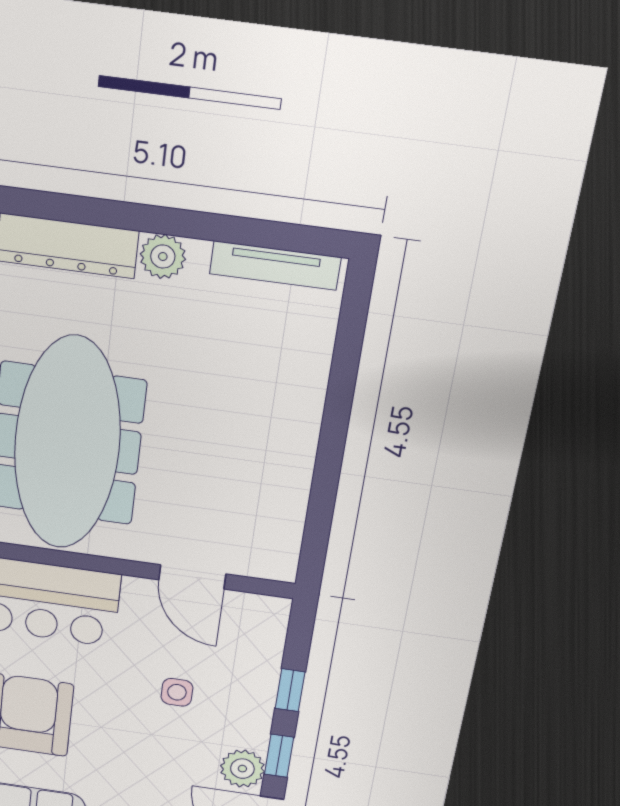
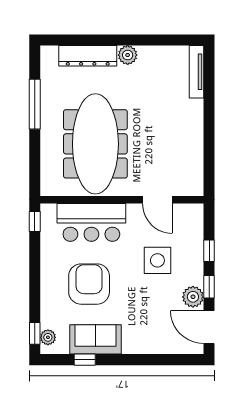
tv unit: (275, 266) -> (196, 72), moved, turned 90
side table: (177, 692) -> (157, 260), width x1.87, depth x1.87

